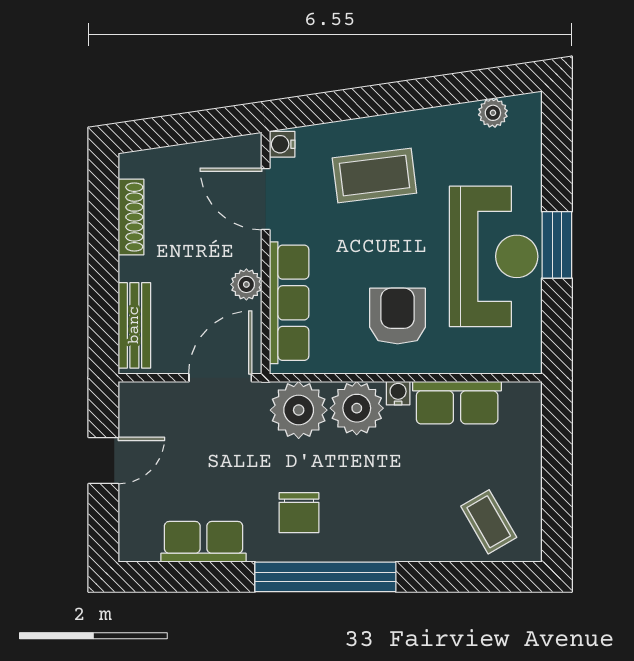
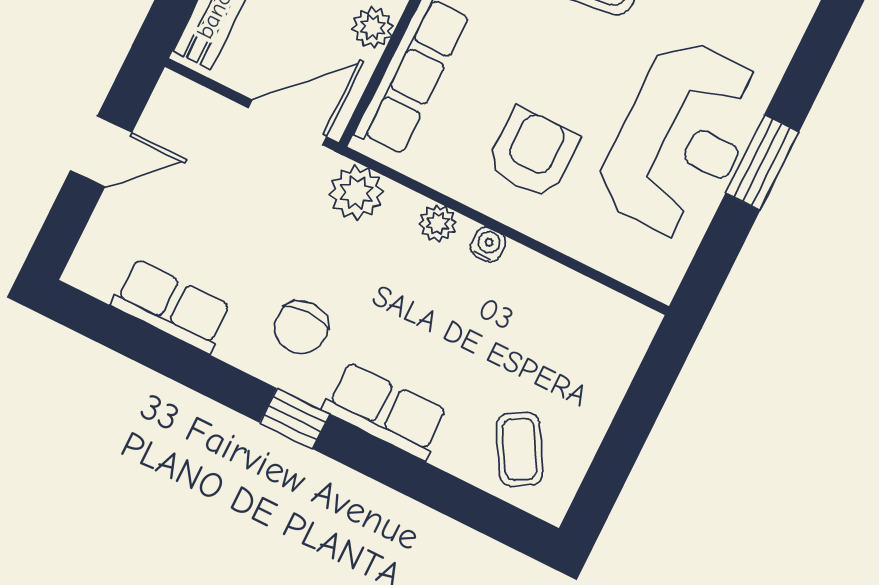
row of seats: (457, 403) -> (385, 411), moved, turned 180
plant: (357, 408) -> (438, 223), width x0.53, depth x0.53
plant: (299, 410) -> (356, 193), width x0.73, depth x0.73
window: (325, 577) -> (295, 419), width x0.32

